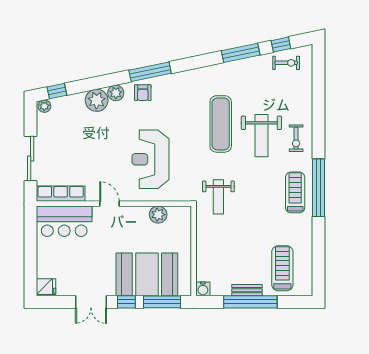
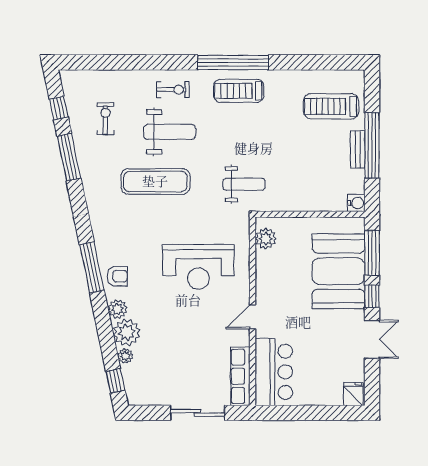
exercise bike: (286, 63) -> (105, 119), moved
plant: (44, 106) -> (125, 356), moved
plant: (158, 215) -> (266, 239), moved

